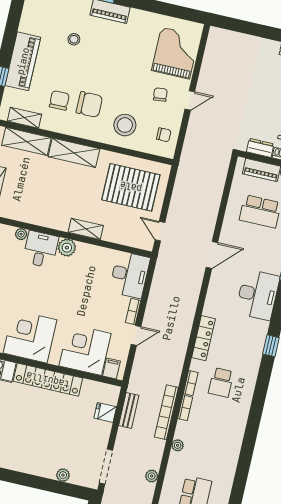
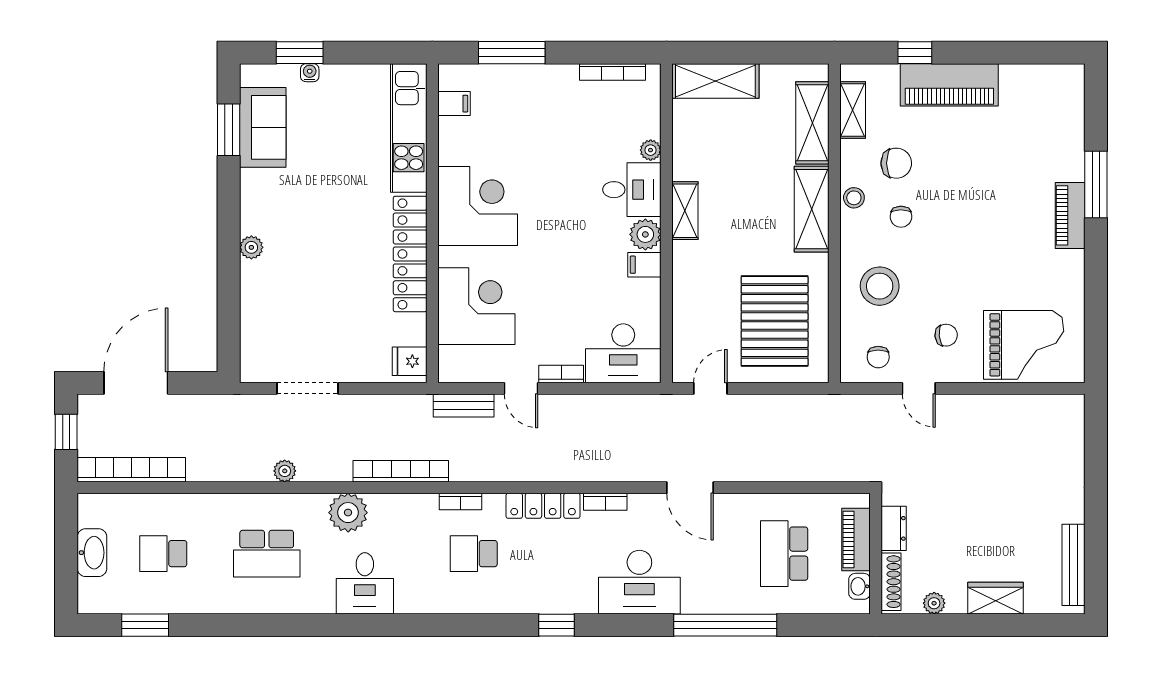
stool: (74, 39) -> (854, 198), moved
door: (190, 100) -> (919, 388), moved
chair: (89, 104) -> (901, 217), width x0.54, depth x0.54
shelving: (86, 229) -> (685, 211), moved
filing cabinet: (111, 368) -> (644, 265), moved, turned 180
bookcase: (185, 408) -> (605, 502), moved
bench: (129, 410) -> (464, 405), moved
fridge: (105, 412) -> (410, 361), moved, turned -90
plant: (178, 445) -> (348, 513), width x1.88, depth x1.88
desk: (224, 446) -> (365, 583), added
doorway: (106, 467) -> (307, 388), moved
plant: (63, 475) -> (251, 247), moved

